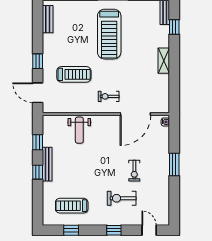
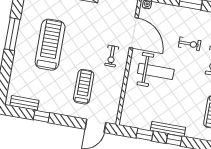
treadmill: (109, 34) -> (50, 45), turned -90
window: (38, 61) -> (41, 116), moved
weight bench: (79, 130) -> (156, 71), moved, width x1.36, depth x1.33

